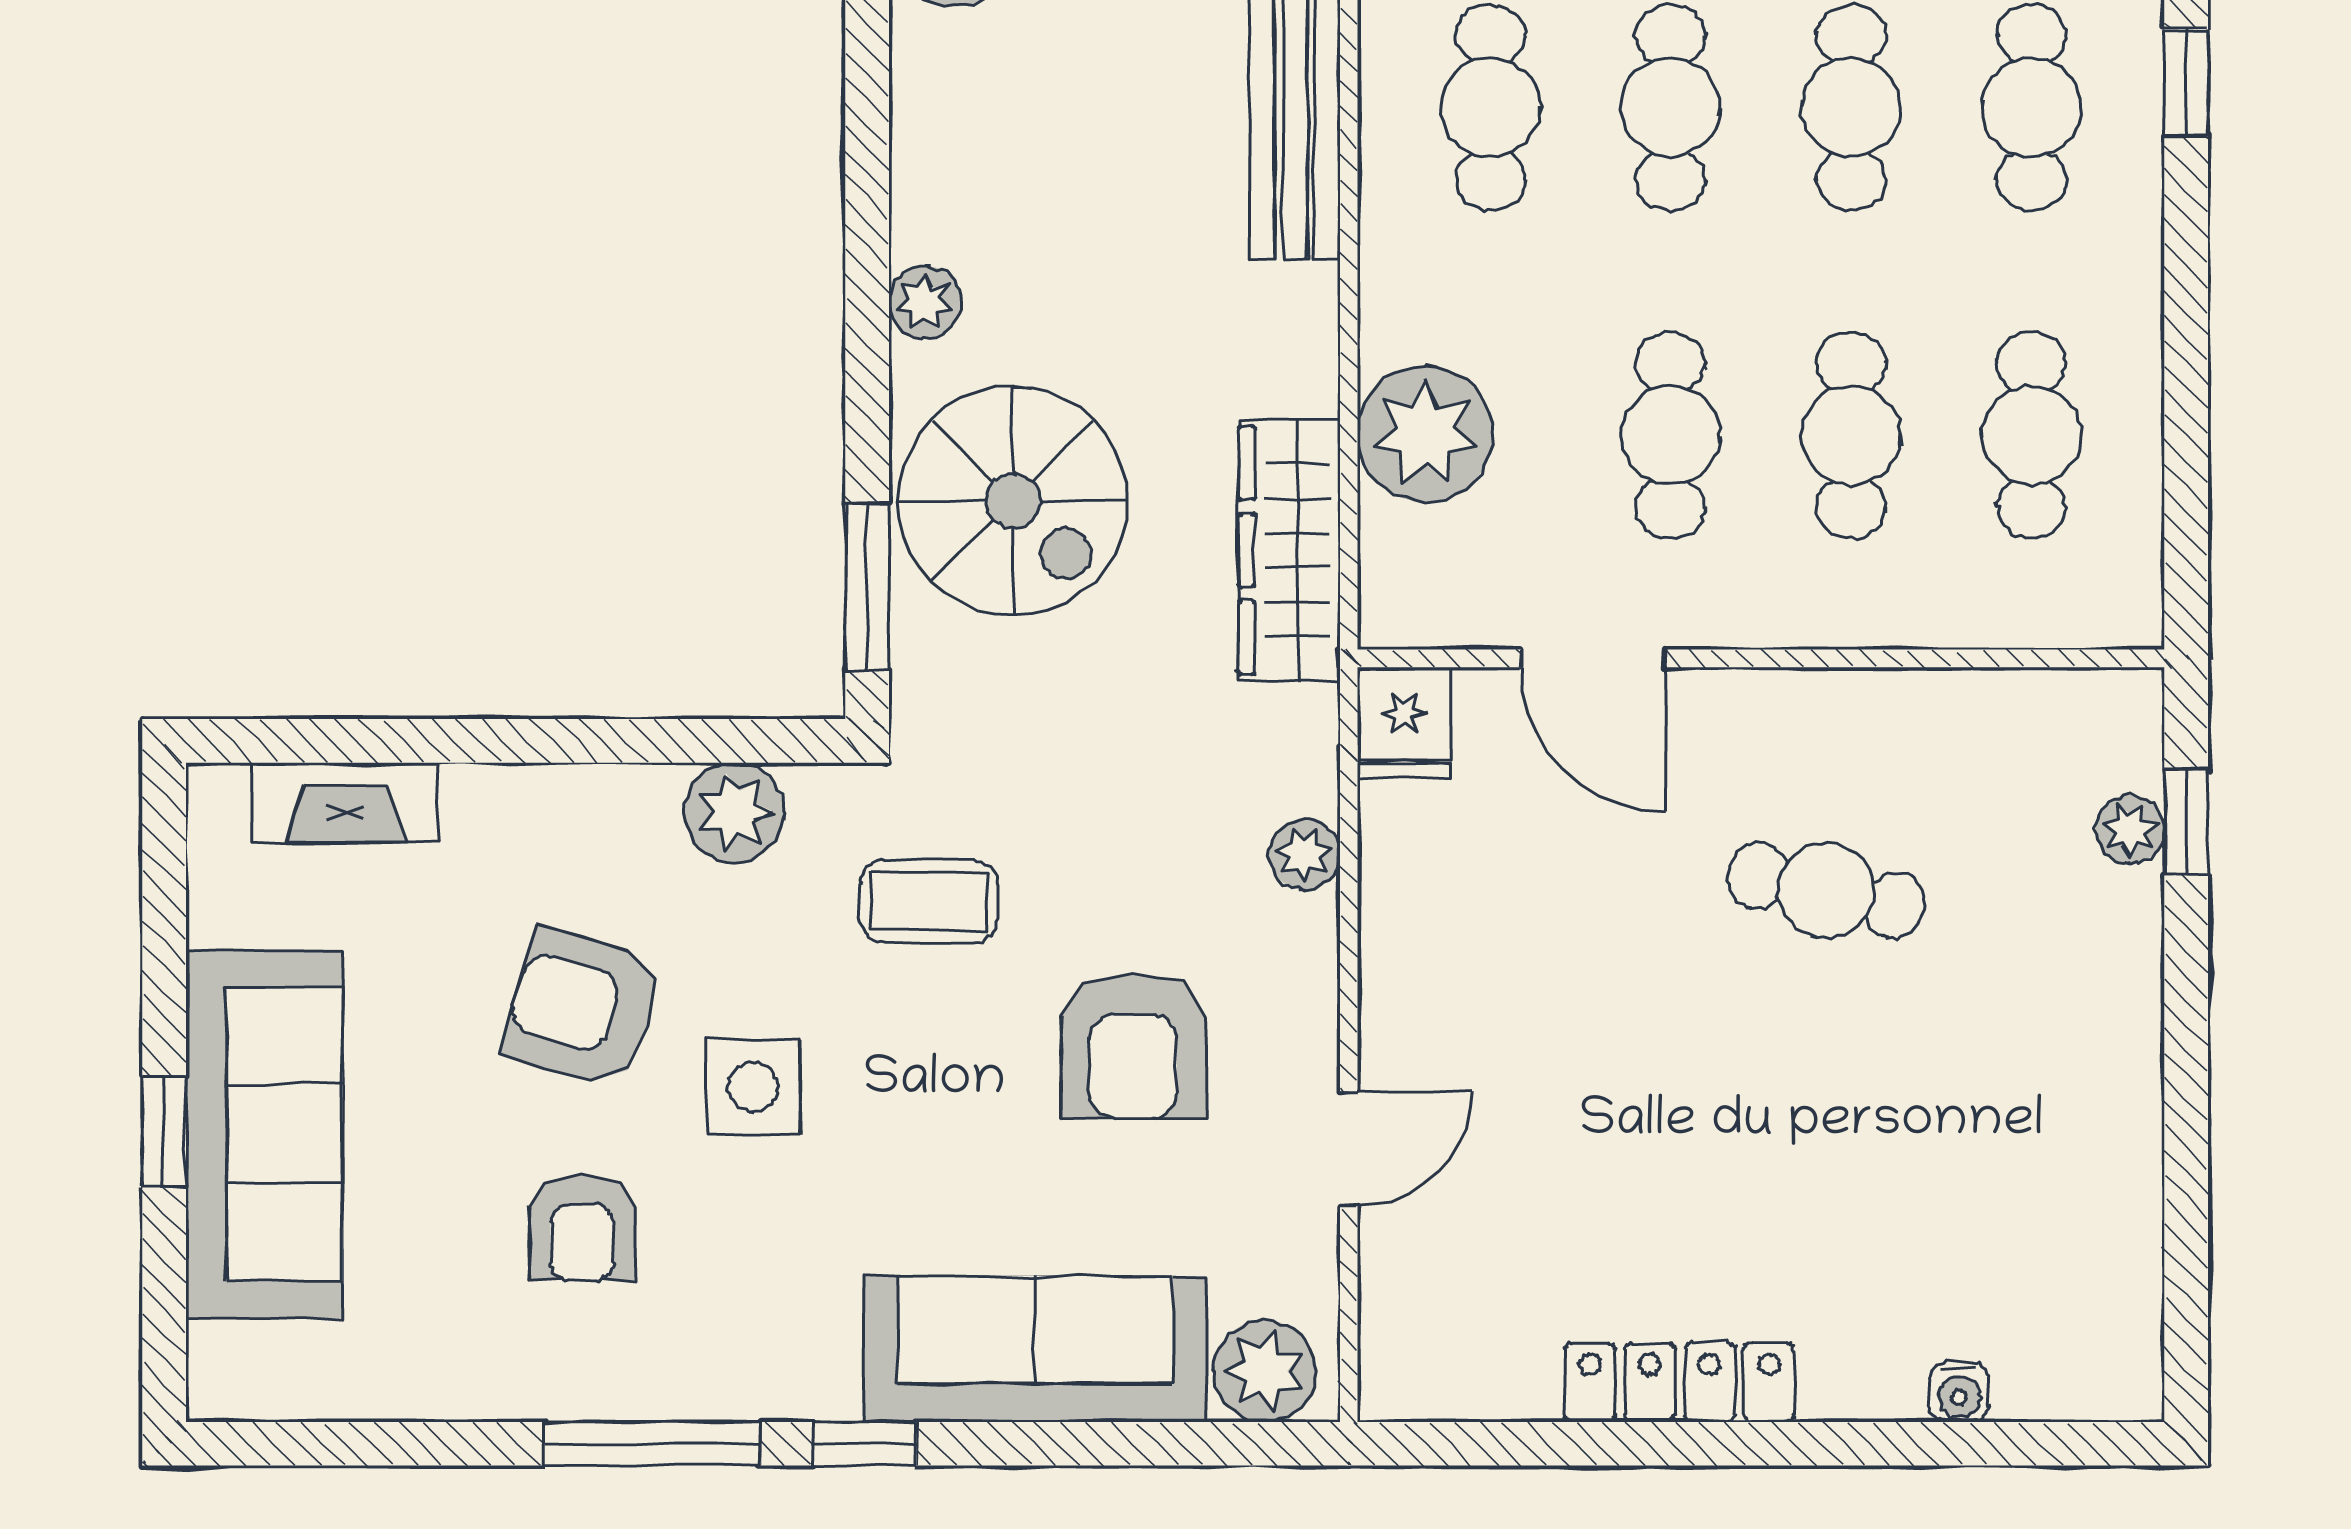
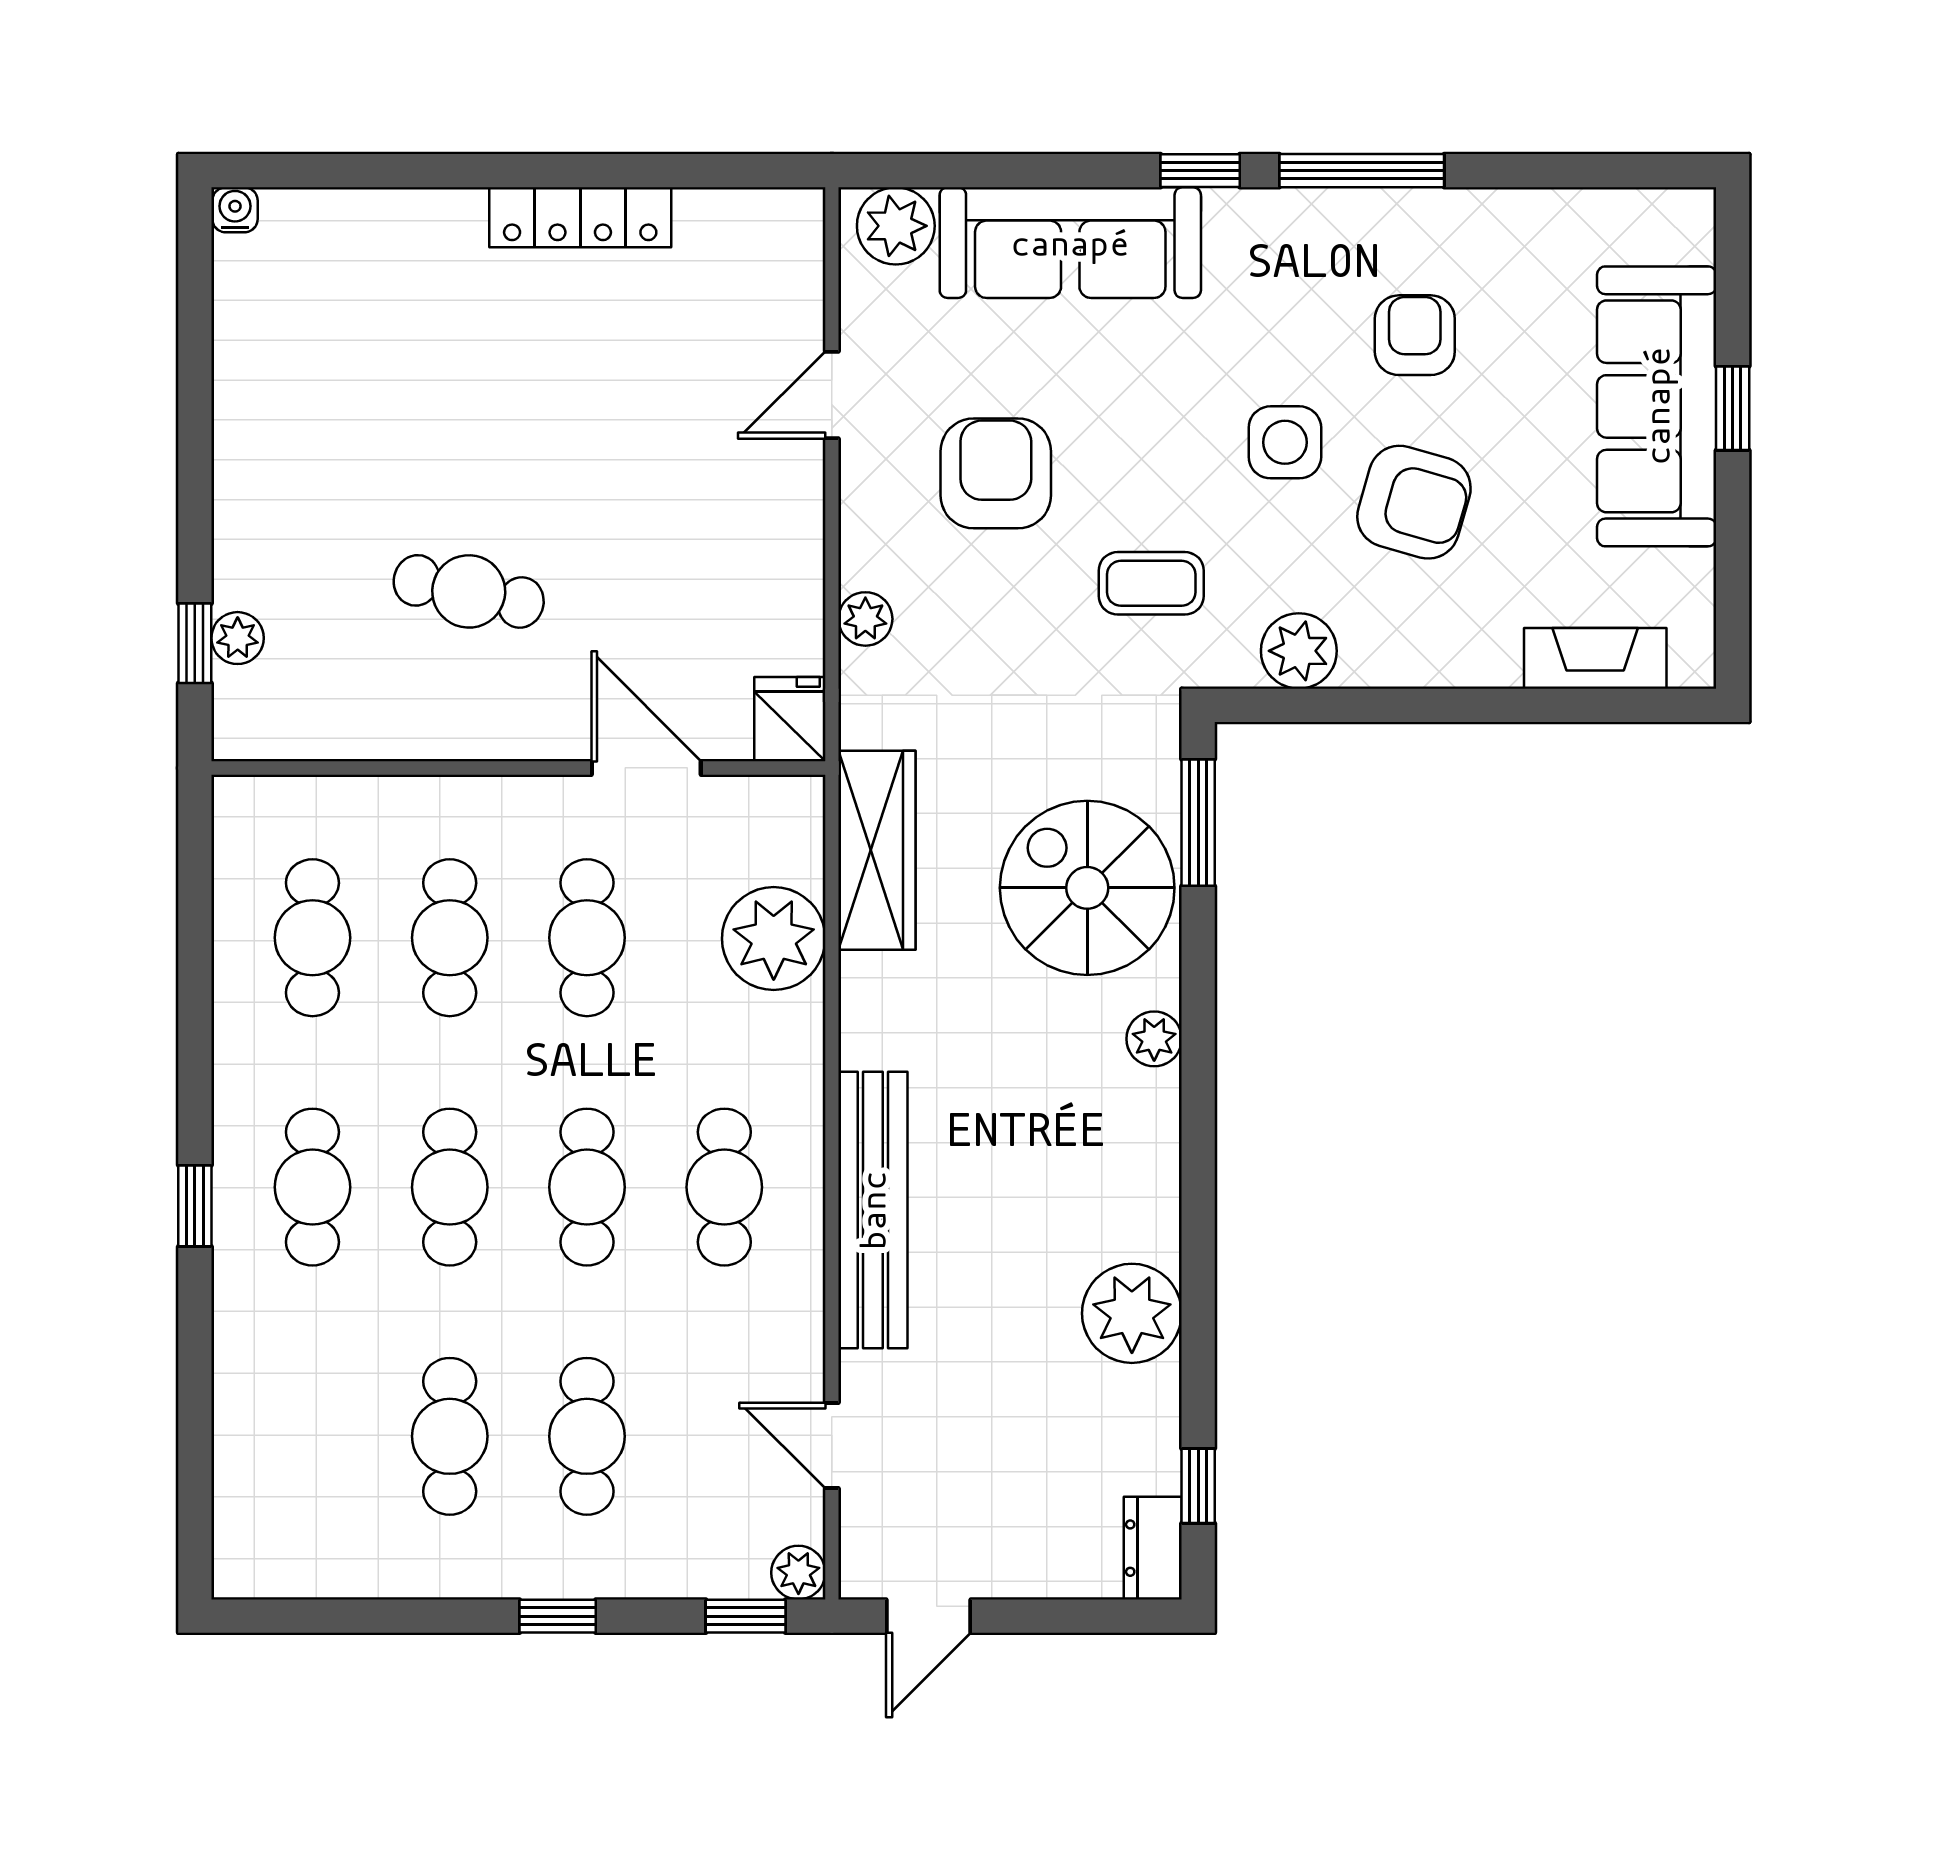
water cooler: (1959, 1392) -> (235, 210), moved

